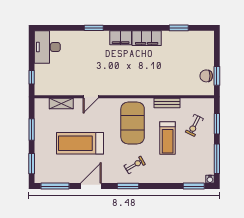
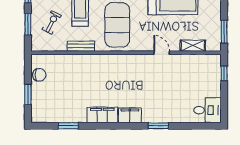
desk: (47, 47) -> (208, 110), width x0.73
window: (217, 76) -> (28, 94), moved
door: (91, 97) -> (162, 53), hinge flipped
window: (32, 130) -> (224, 32), moved

